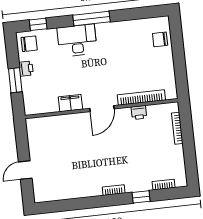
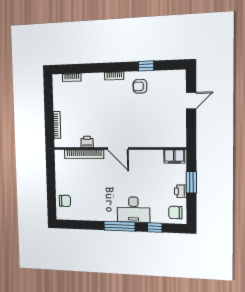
window: (38, 24) -> (155, 228), moved
filing cabinet: (70, 103) -> (174, 156), moved
door: (102, 109) -> (118, 148), swing flipped
armchair: (83, 181) -> (140, 86), added
window: (141, 197) -> (146, 66), moved

